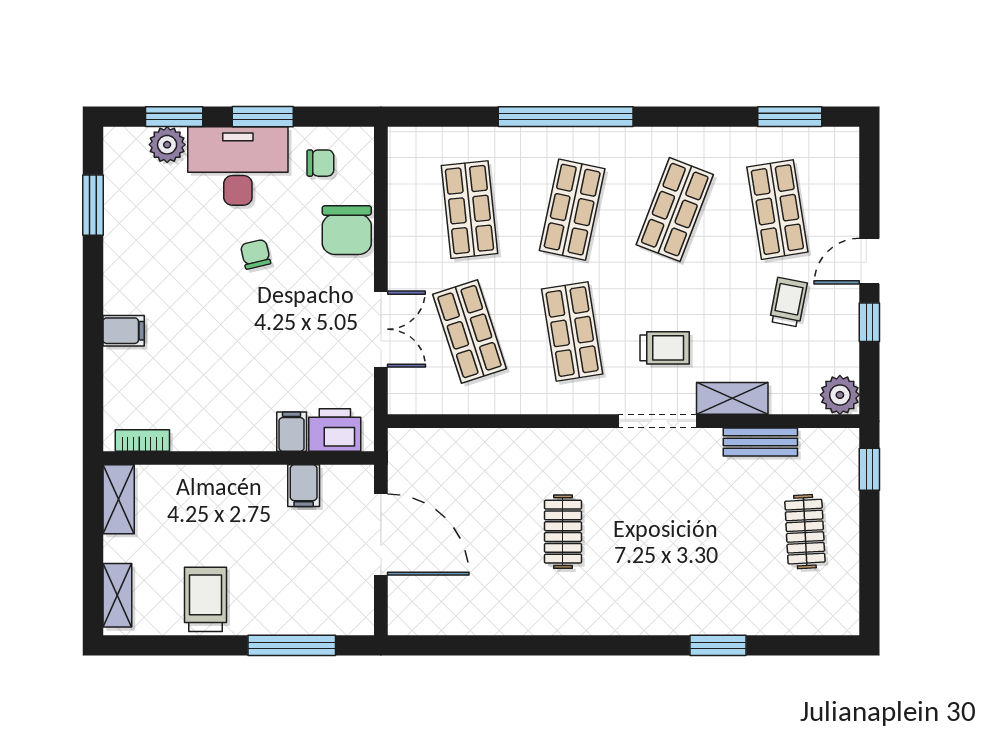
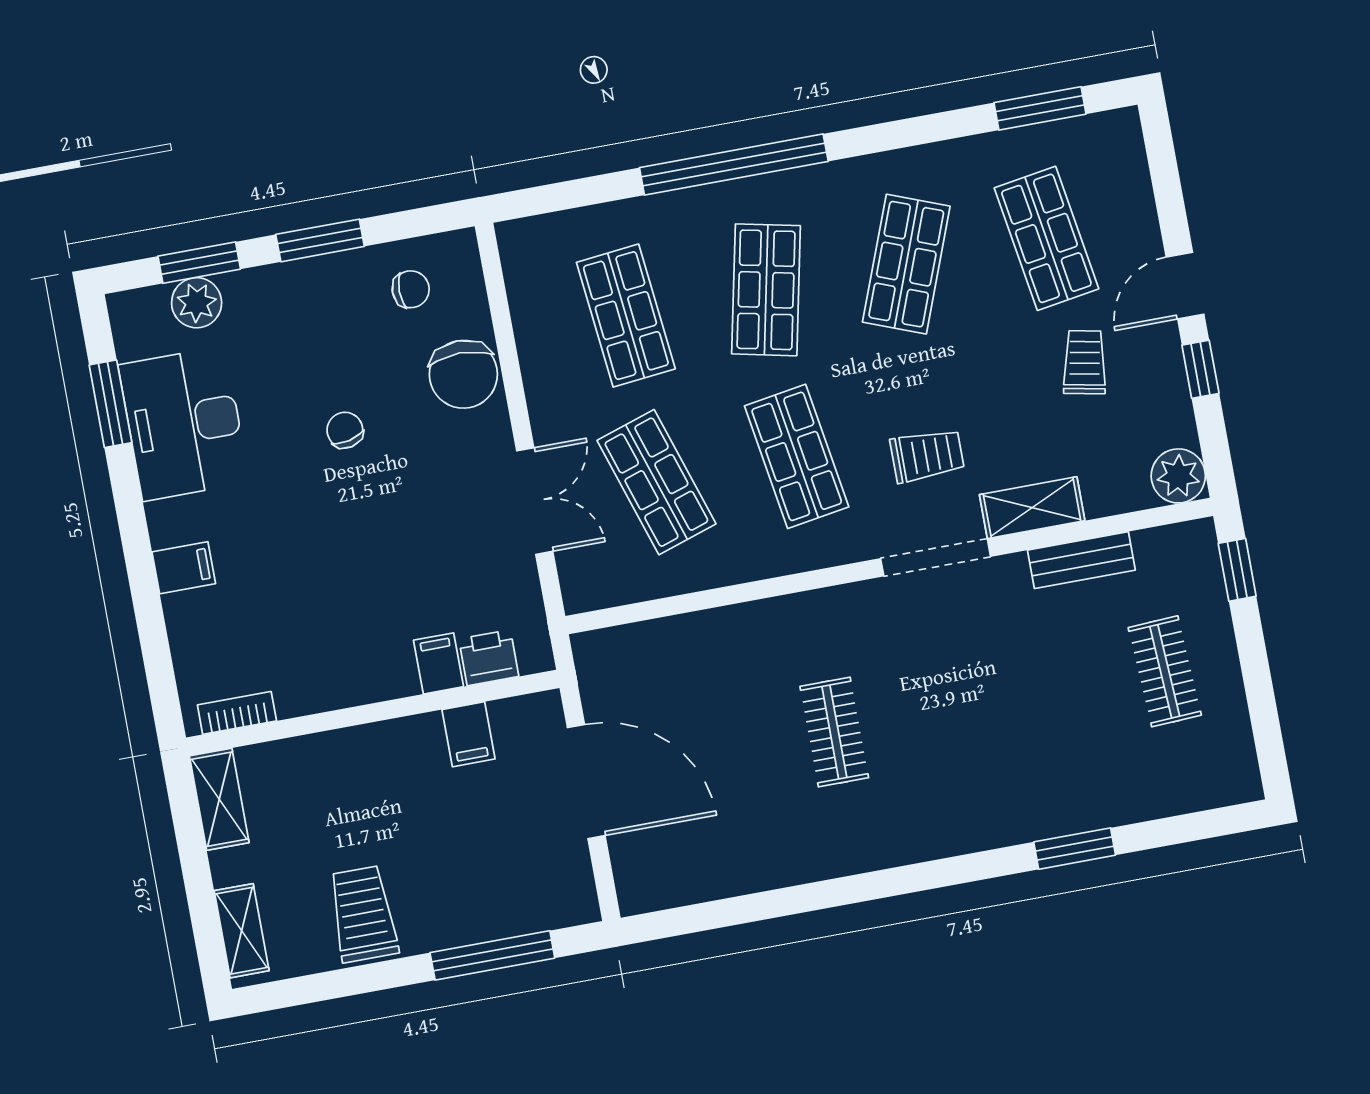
desk: (238, 166) -> (184, 424), moved, turned -90
printer: (335, 430) -> (489, 658), width x0.73, depth x0.81

